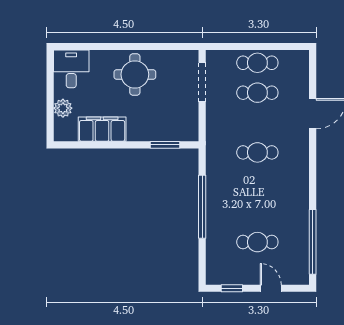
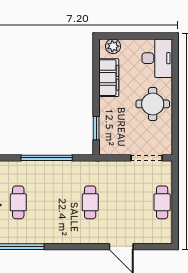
desk: (71, 69) -> (157, 58), width x1.37
cafe table: (257, 93) -> (138, 202), removed
plant: (63, 108) -> (113, 46), moved

